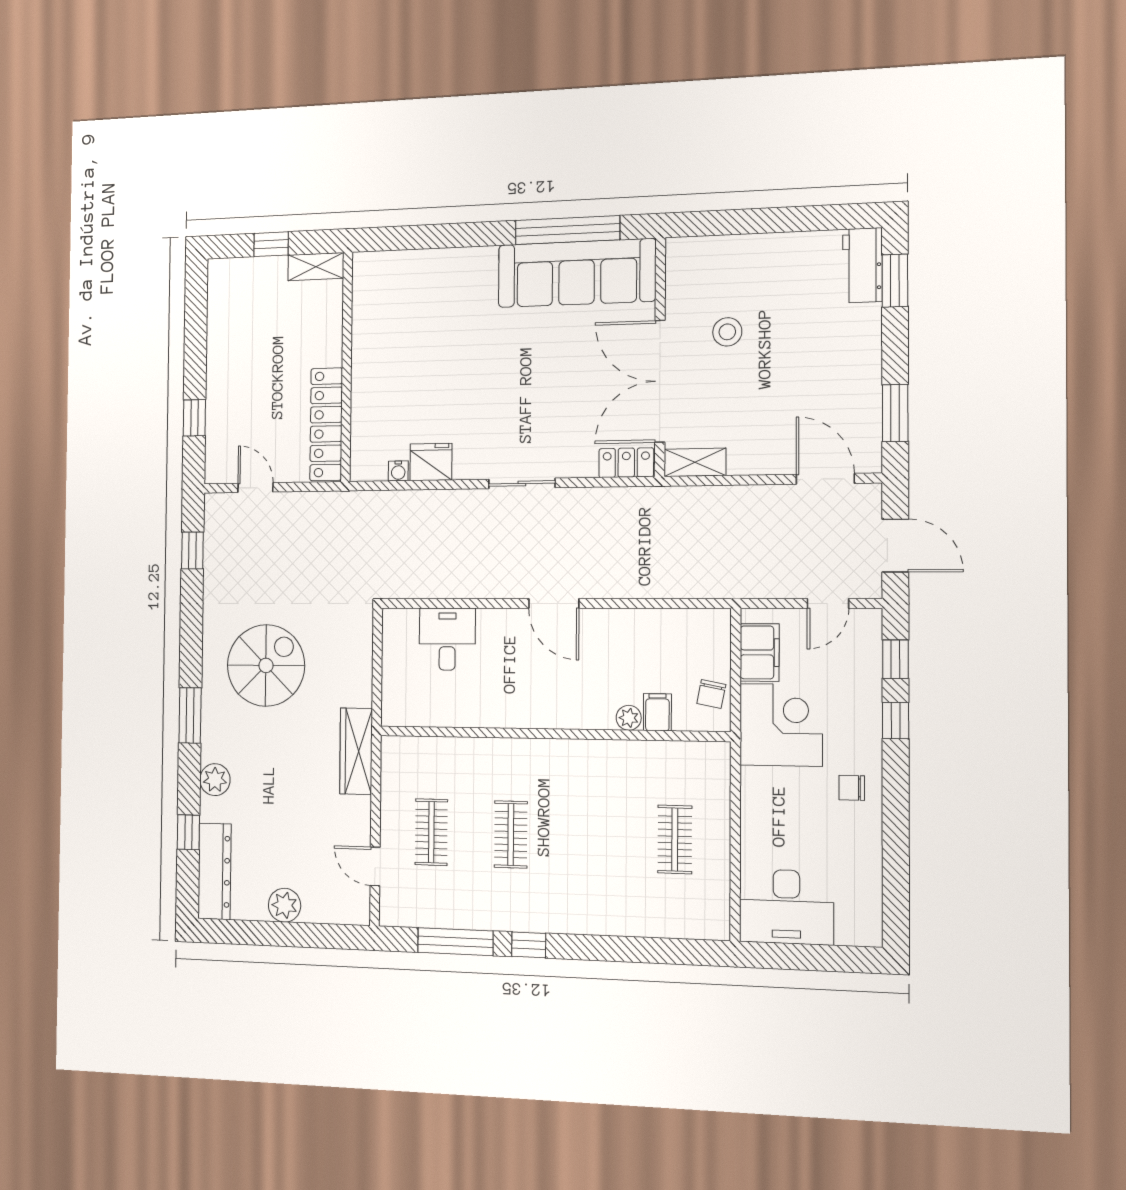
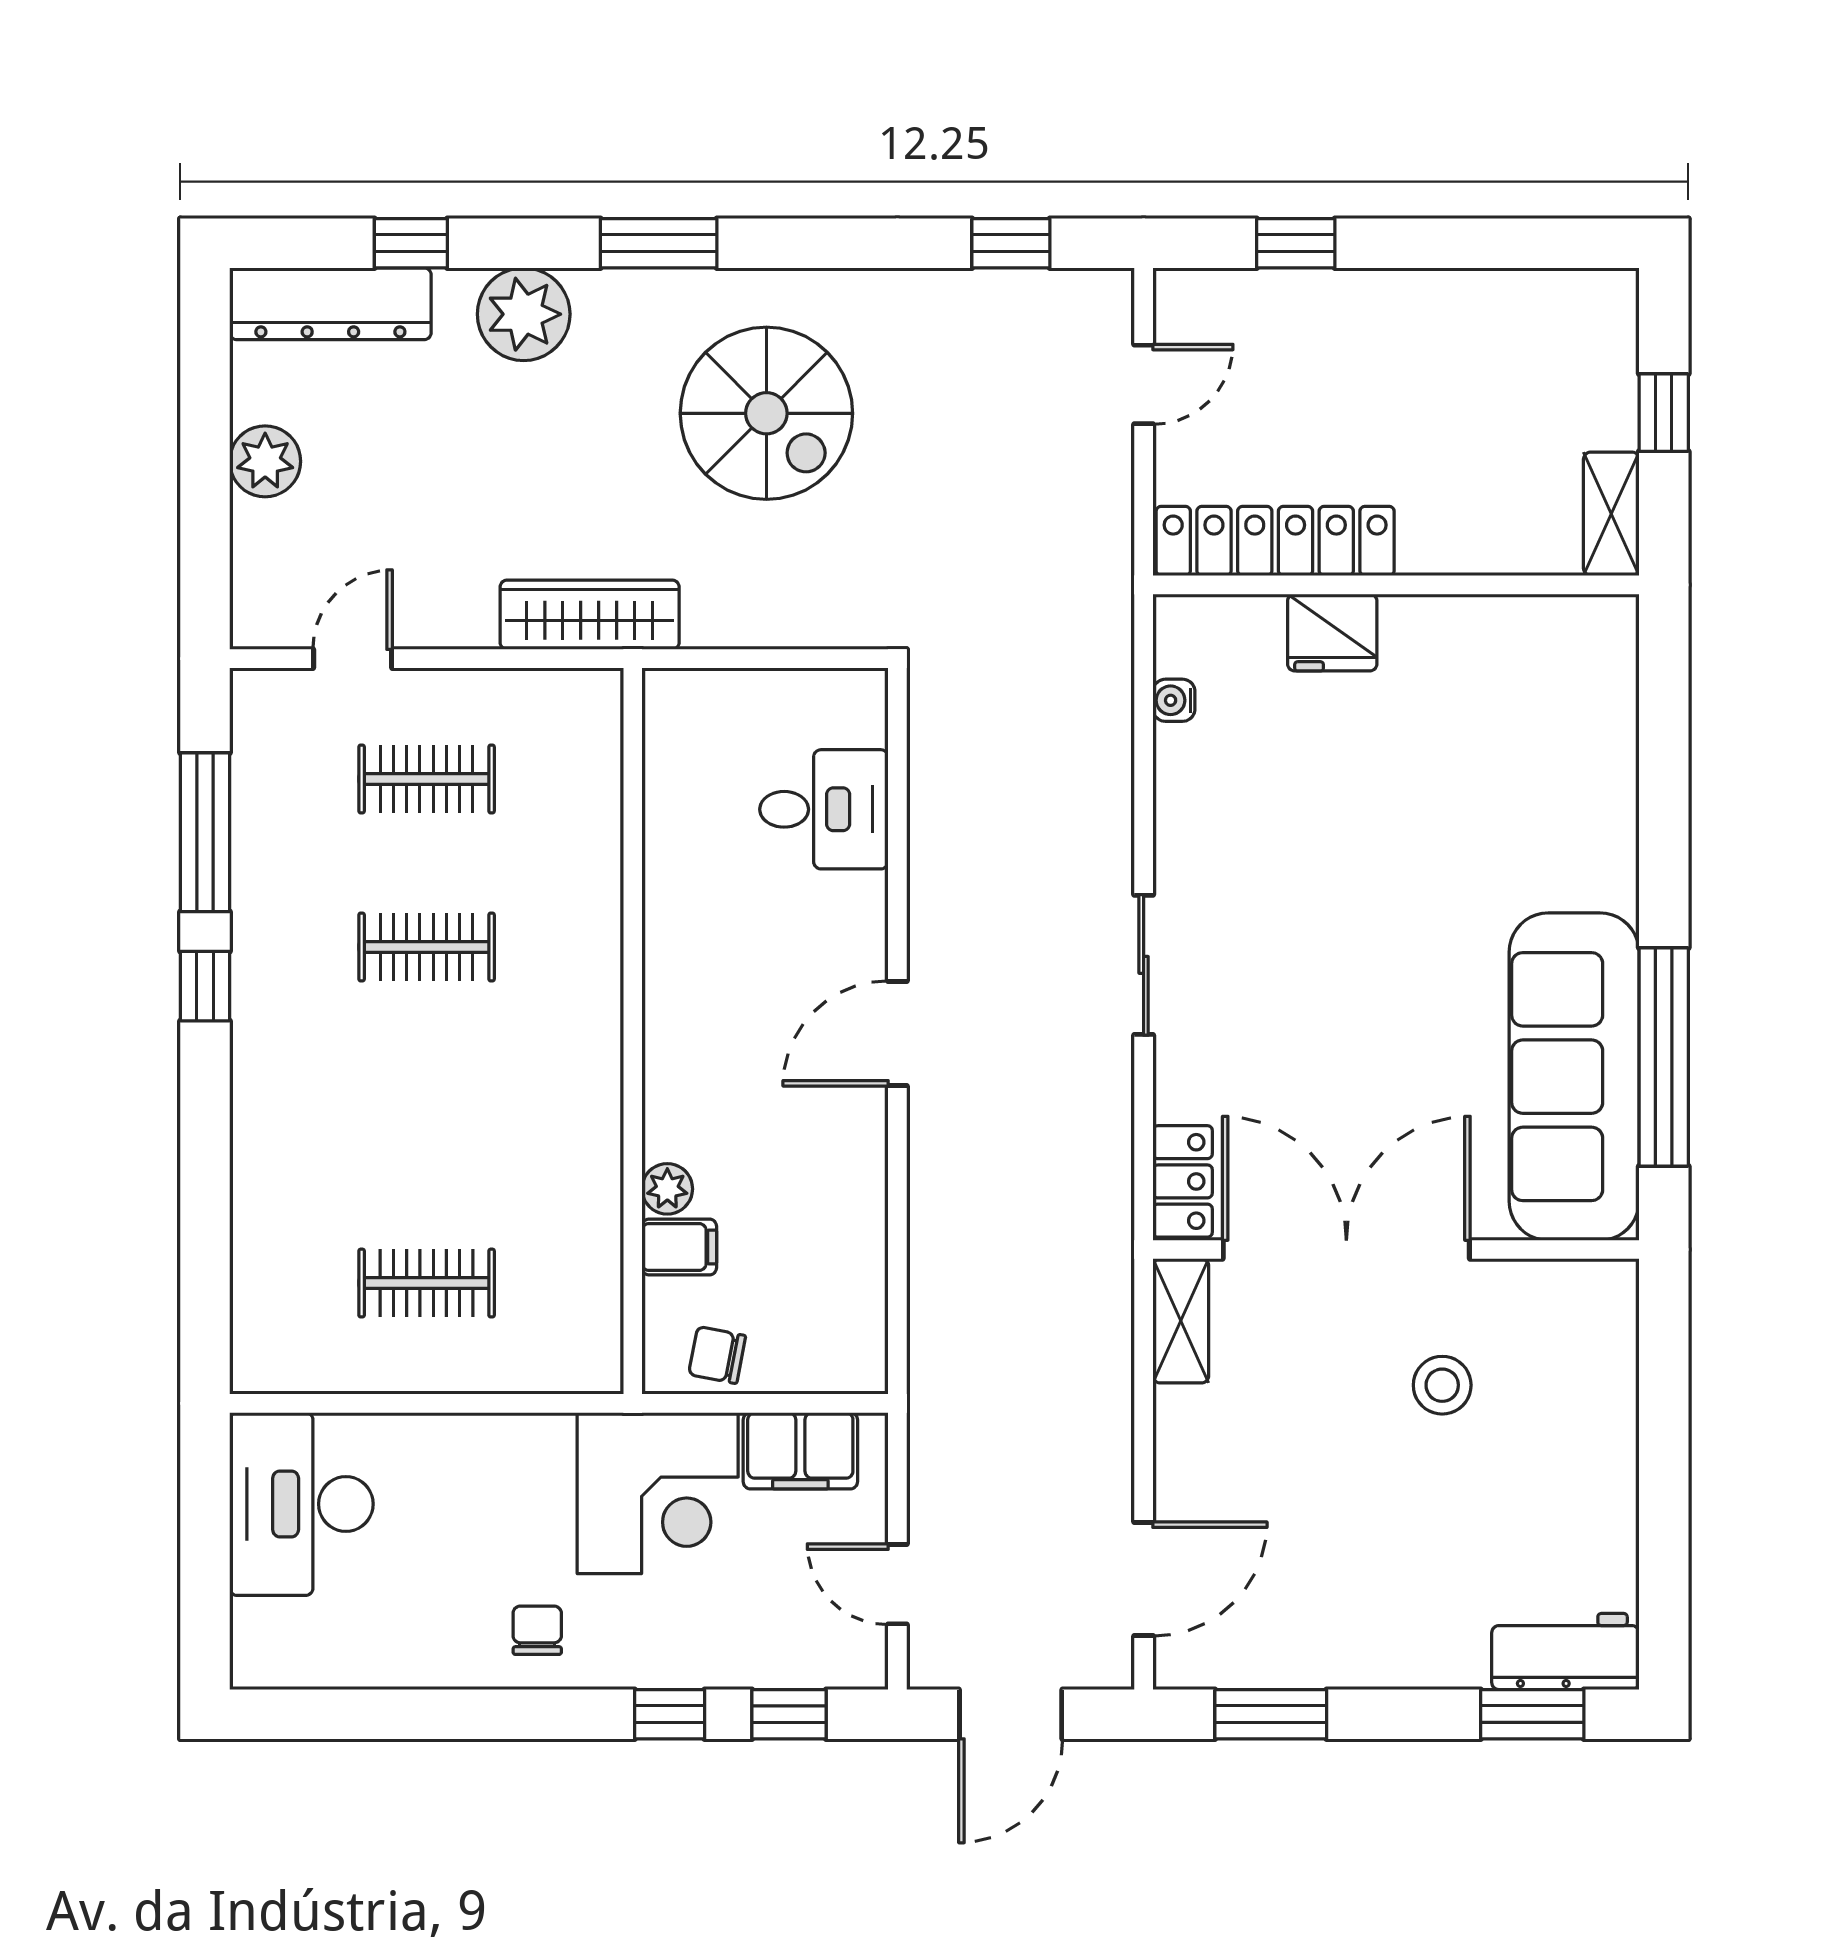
fridge: (431, 462) -> (1332, 632), moved, turned 90
plant: (215, 780) -> (524, 314), width x1.36, depth x1.36

